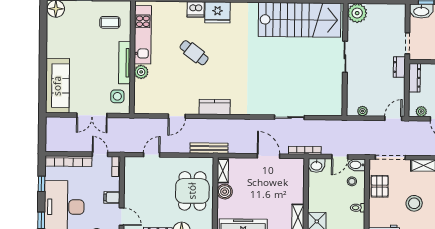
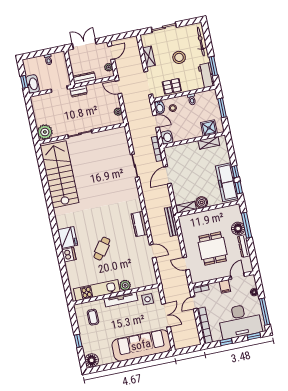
sofa: (57, 86) -> (141, 345), width x1.36, depth x1.27
dining table: (192, 191) -> (213, 249), moved, turned 90

